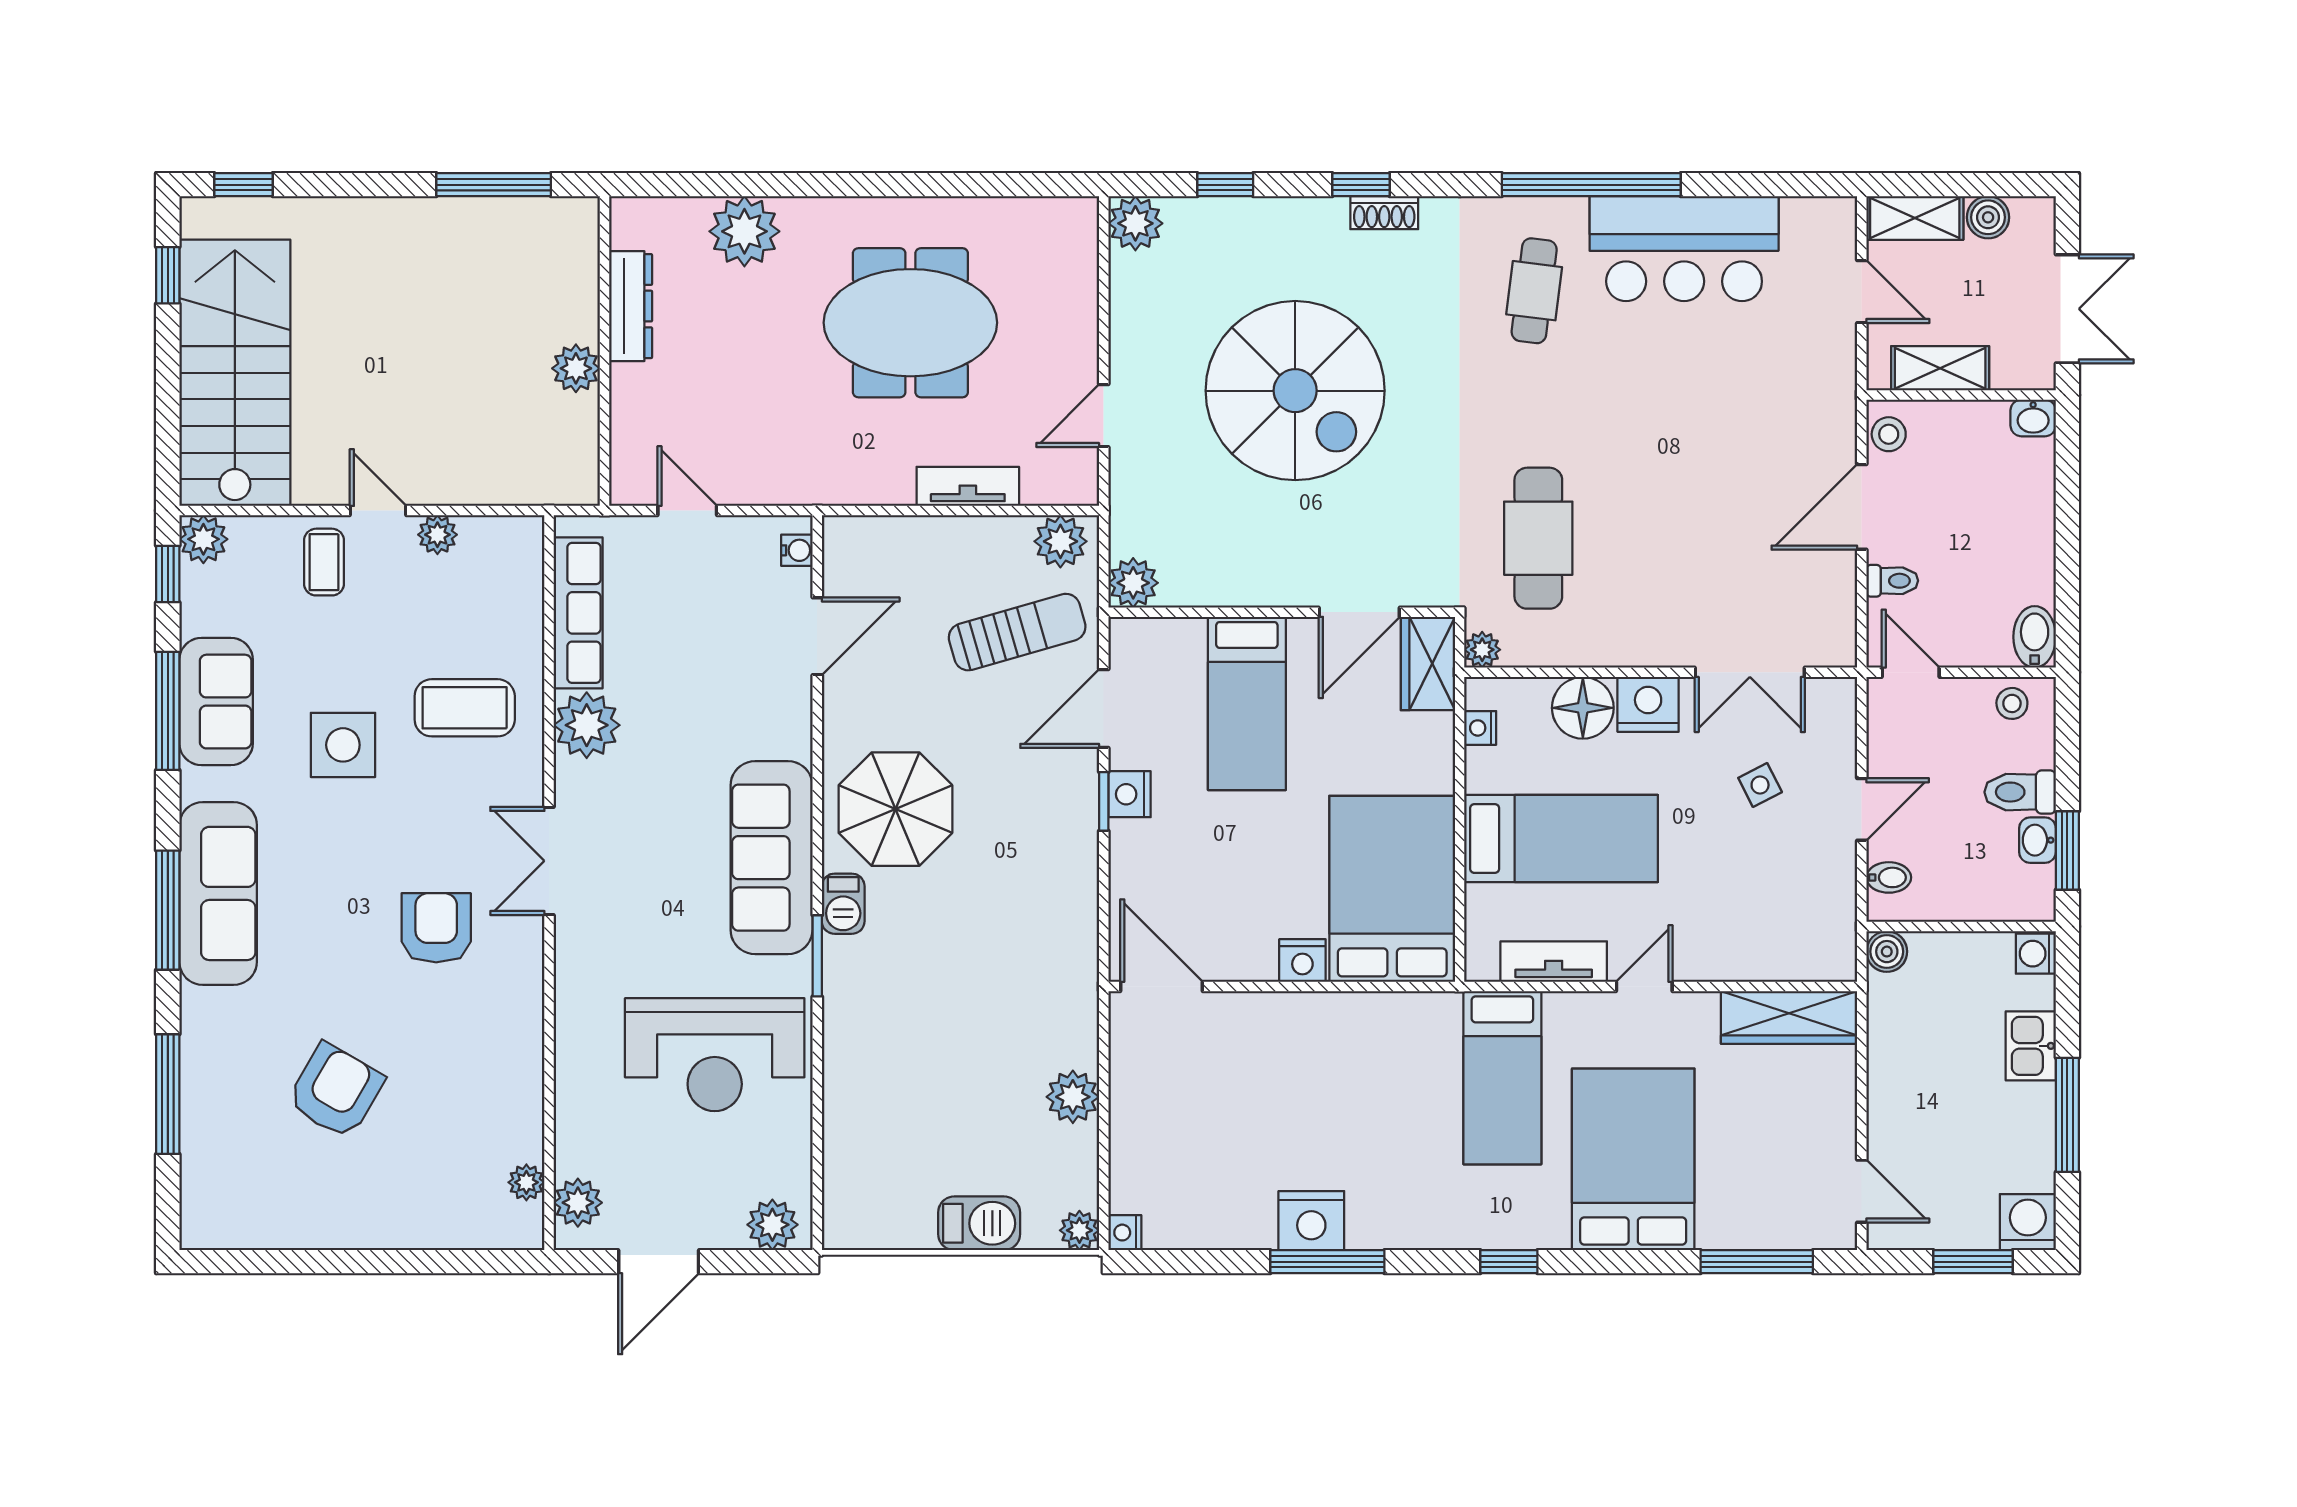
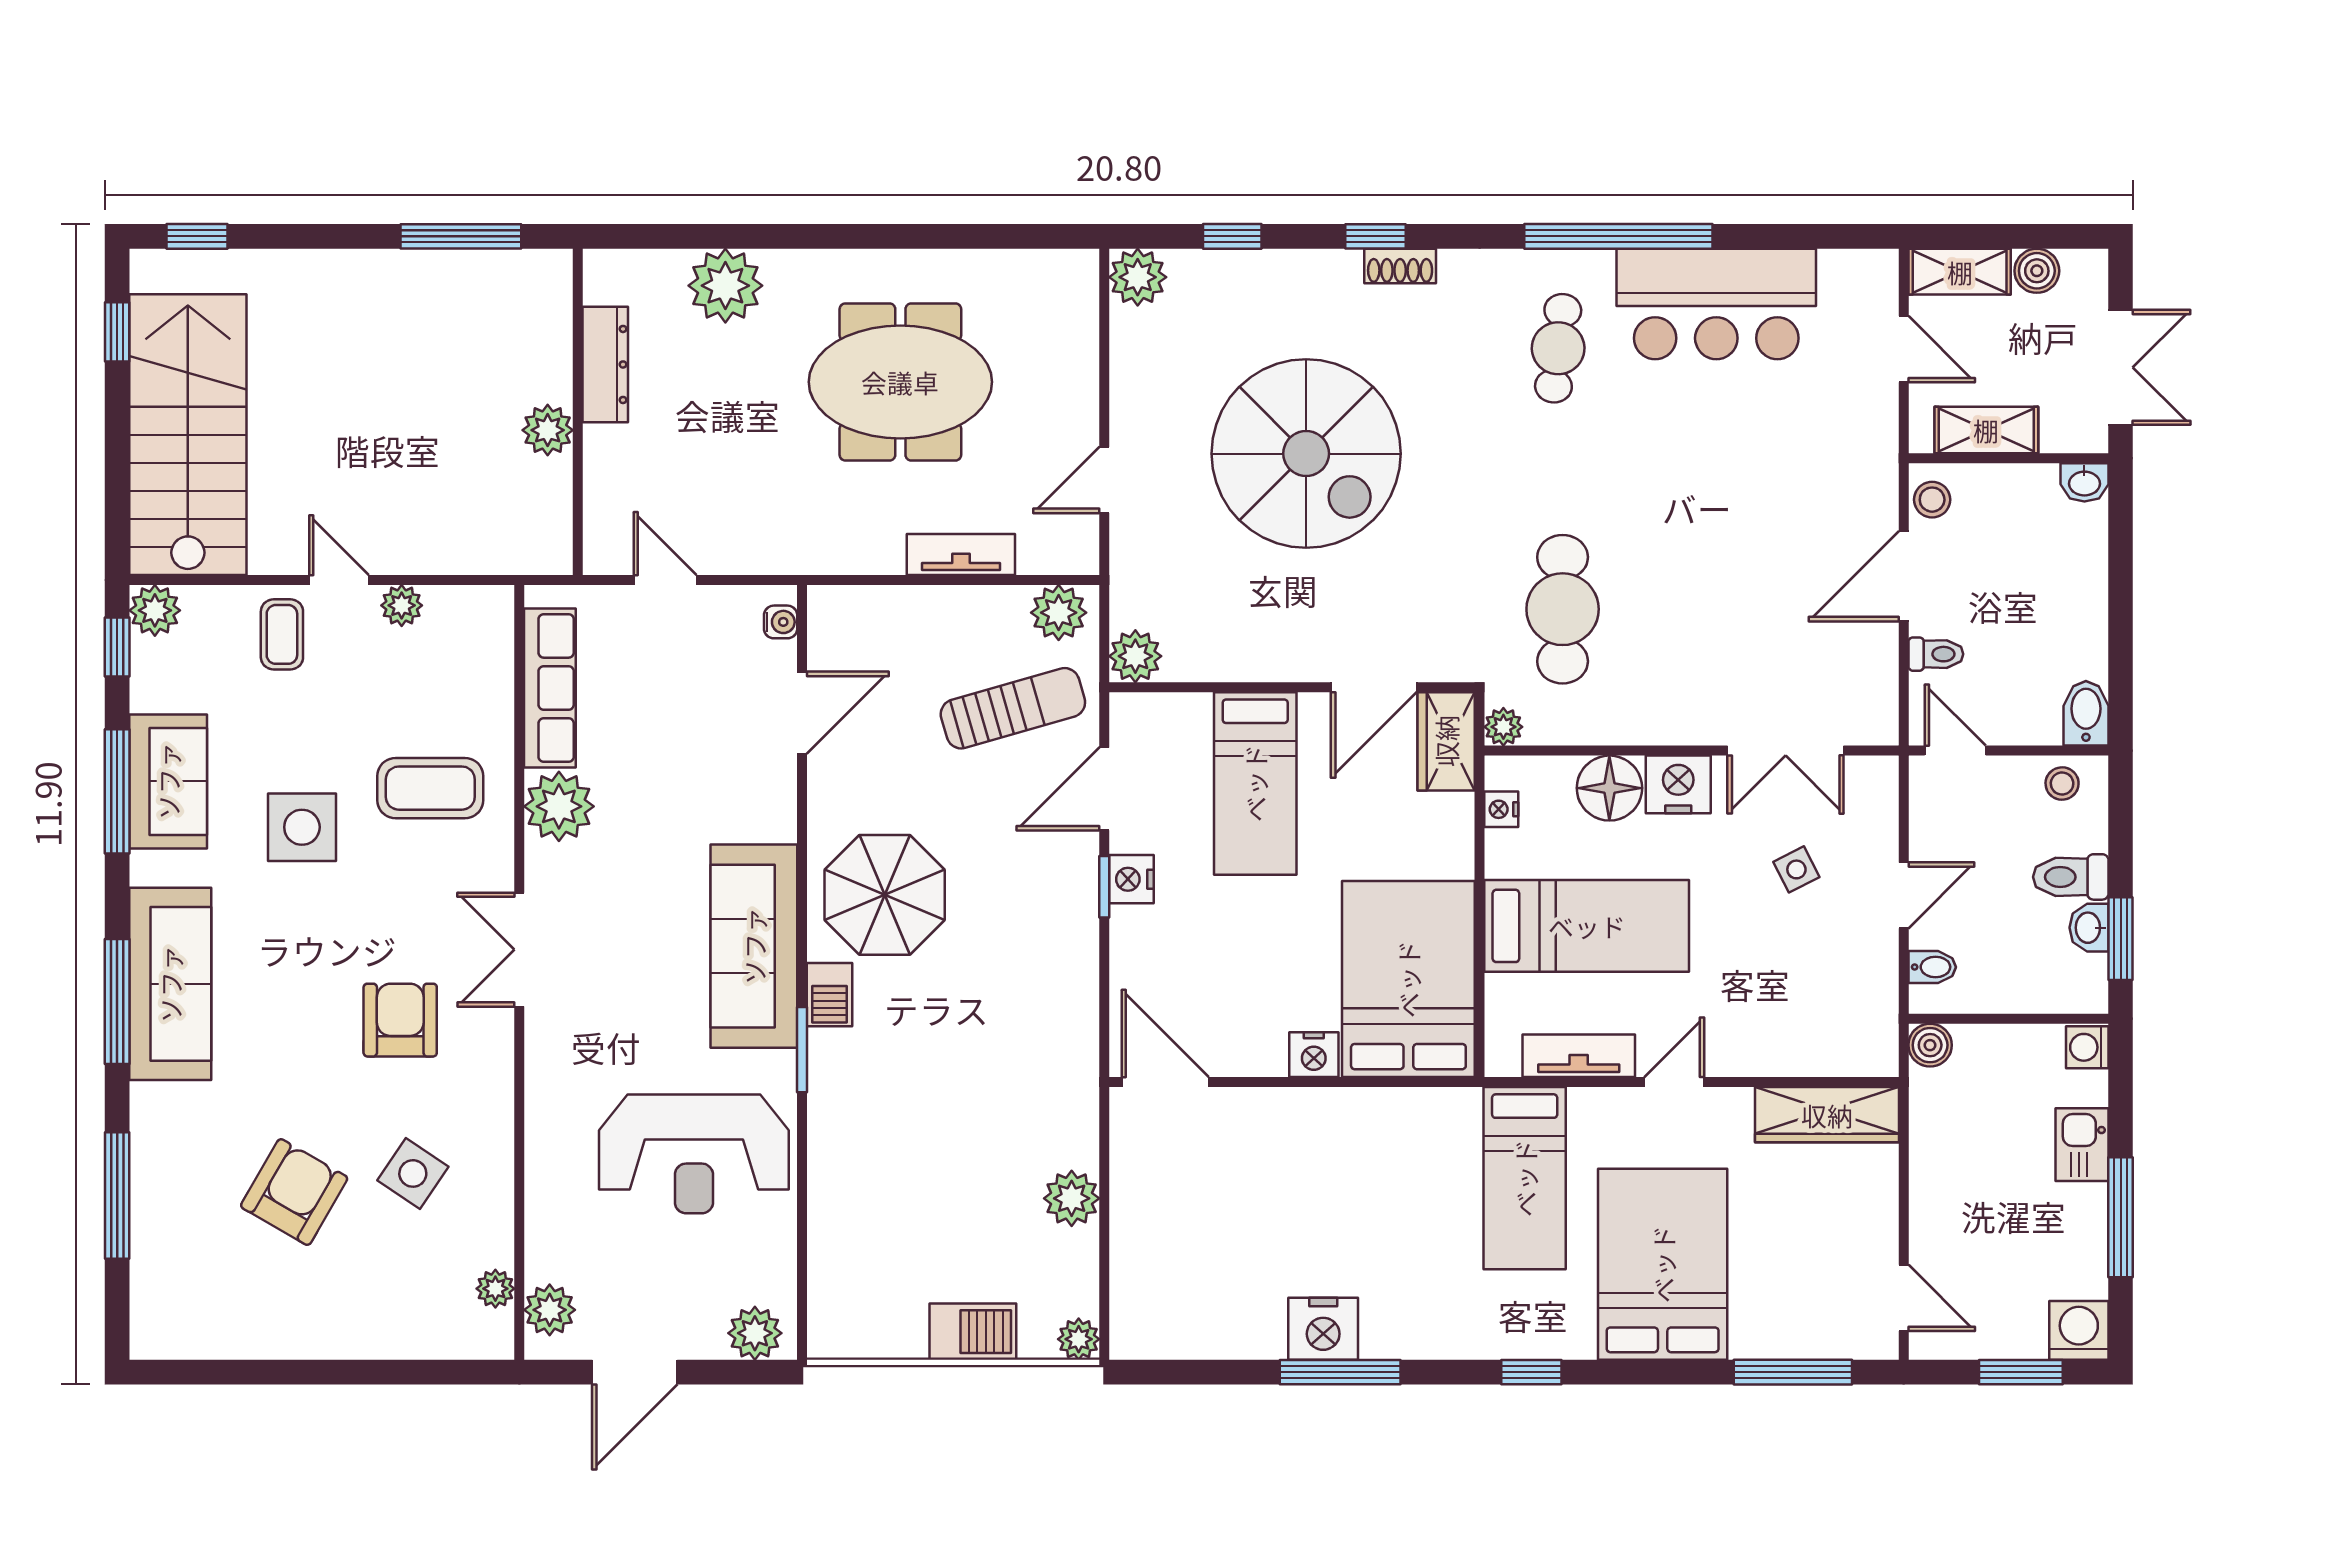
side table: (448, 1073) -> (413, 1173), added
nightstand: (1125, 1233) -> (1127, 1341), removed

